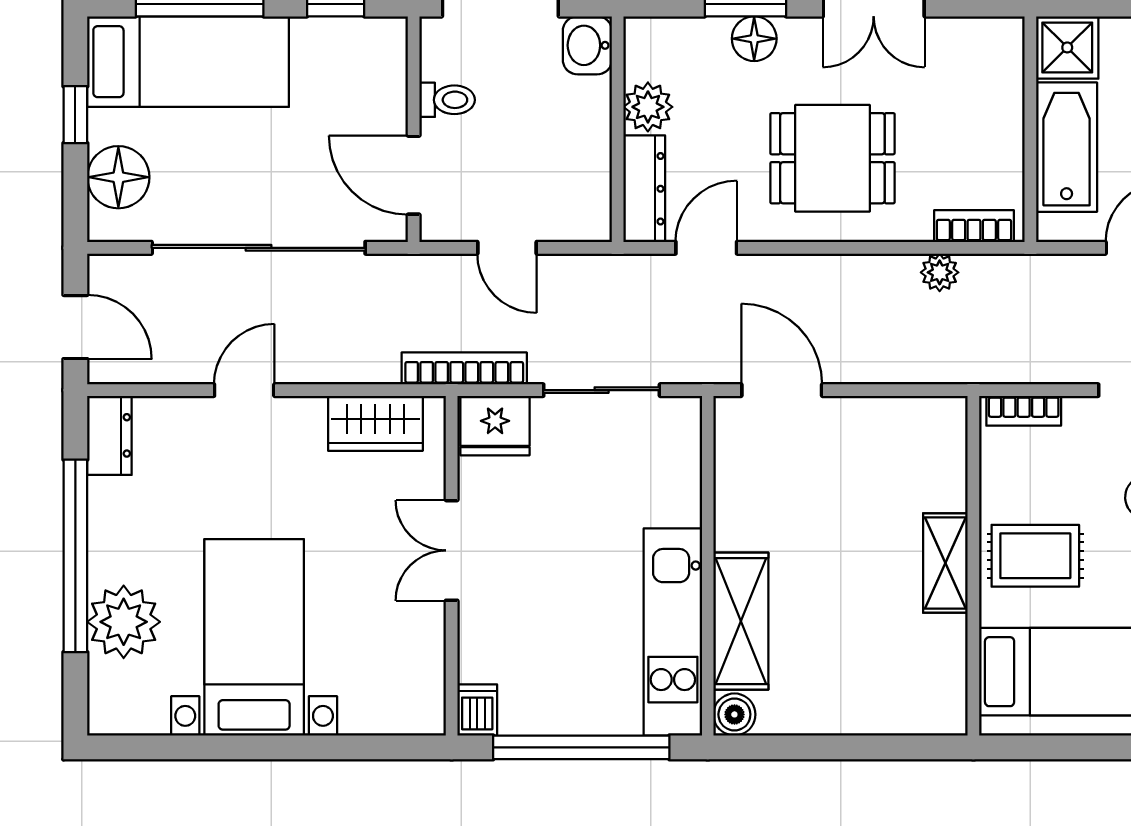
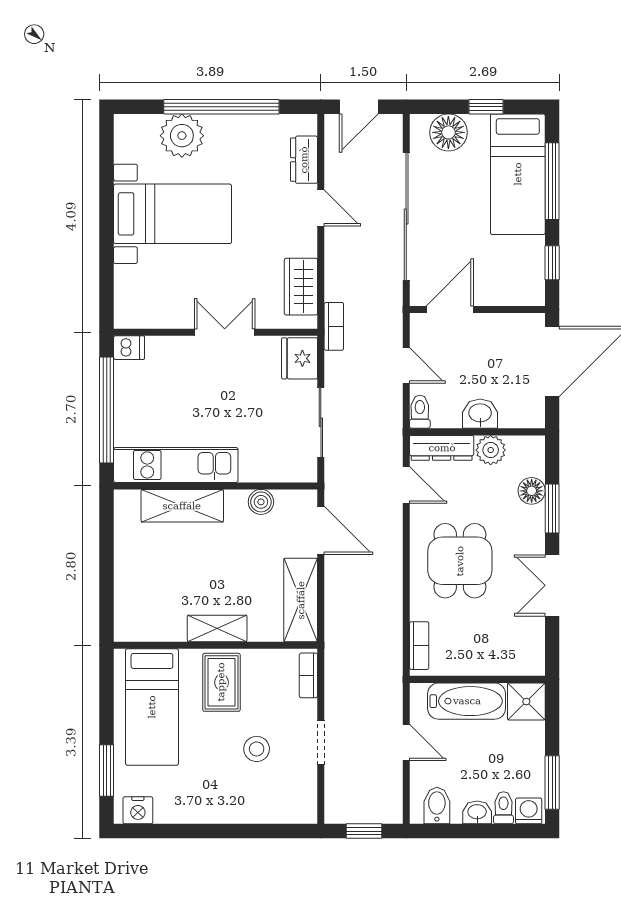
floor lamp: (754, 39) -> (532, 491), moved
washbasin: (587, 45) -> (480, 414), moved
toilet: (447, 100) -> (420, 412), moved, turned 180
door: (507, 248) -> (406, 365), swing flipped
plant: (940, 272) -> (391, 625), removed
bookcase: (464, 368) -> (334, 326), width x0.64
door: (782, 390) -> (321, 530), hinge flipped
shelving: (898, 424) -> (301, 600), added
dresser: (109, 435) -> (304, 160), moved, turned 90
boiler: (734, 714) -> (261, 502), moved

